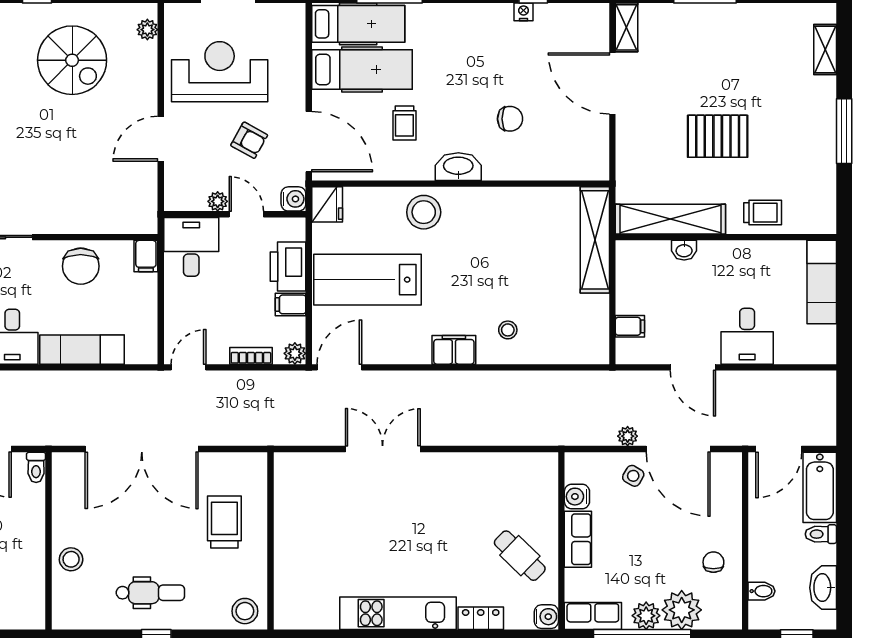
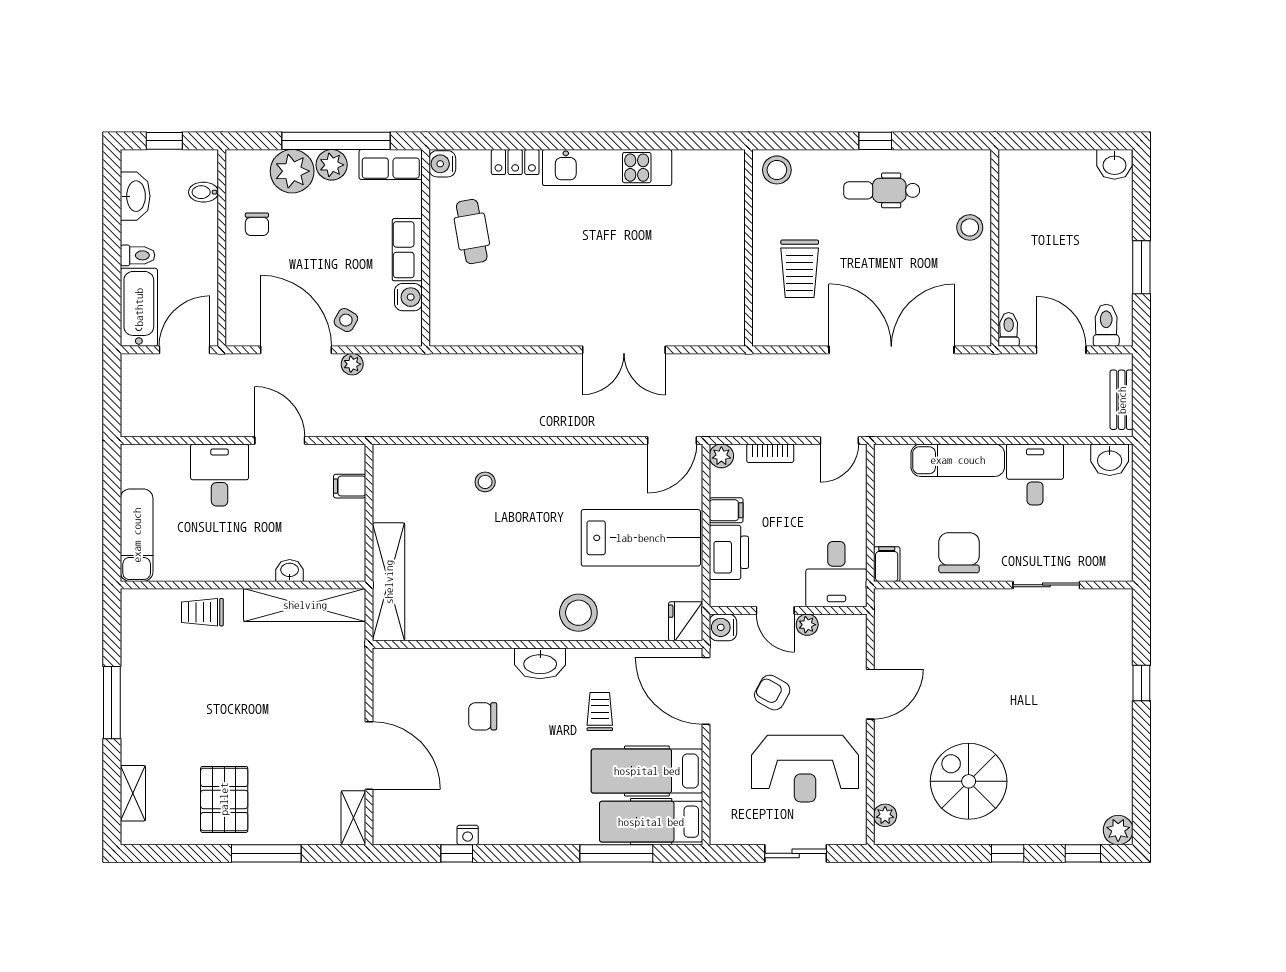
pallet: (718, 136) -> (224, 799), moved, turned 90
filing cabinet: (454, 350) -> (545, 460), removed
cafe table: (520, 556) -> (472, 232), turned 36

